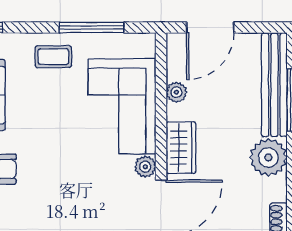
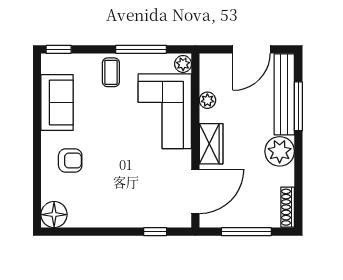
door: (210, 27) -> (252, 49), moved
coffee table: (53, 57) -> (111, 72), turned 90
plant: (145, 167) -> (183, 64), moved

